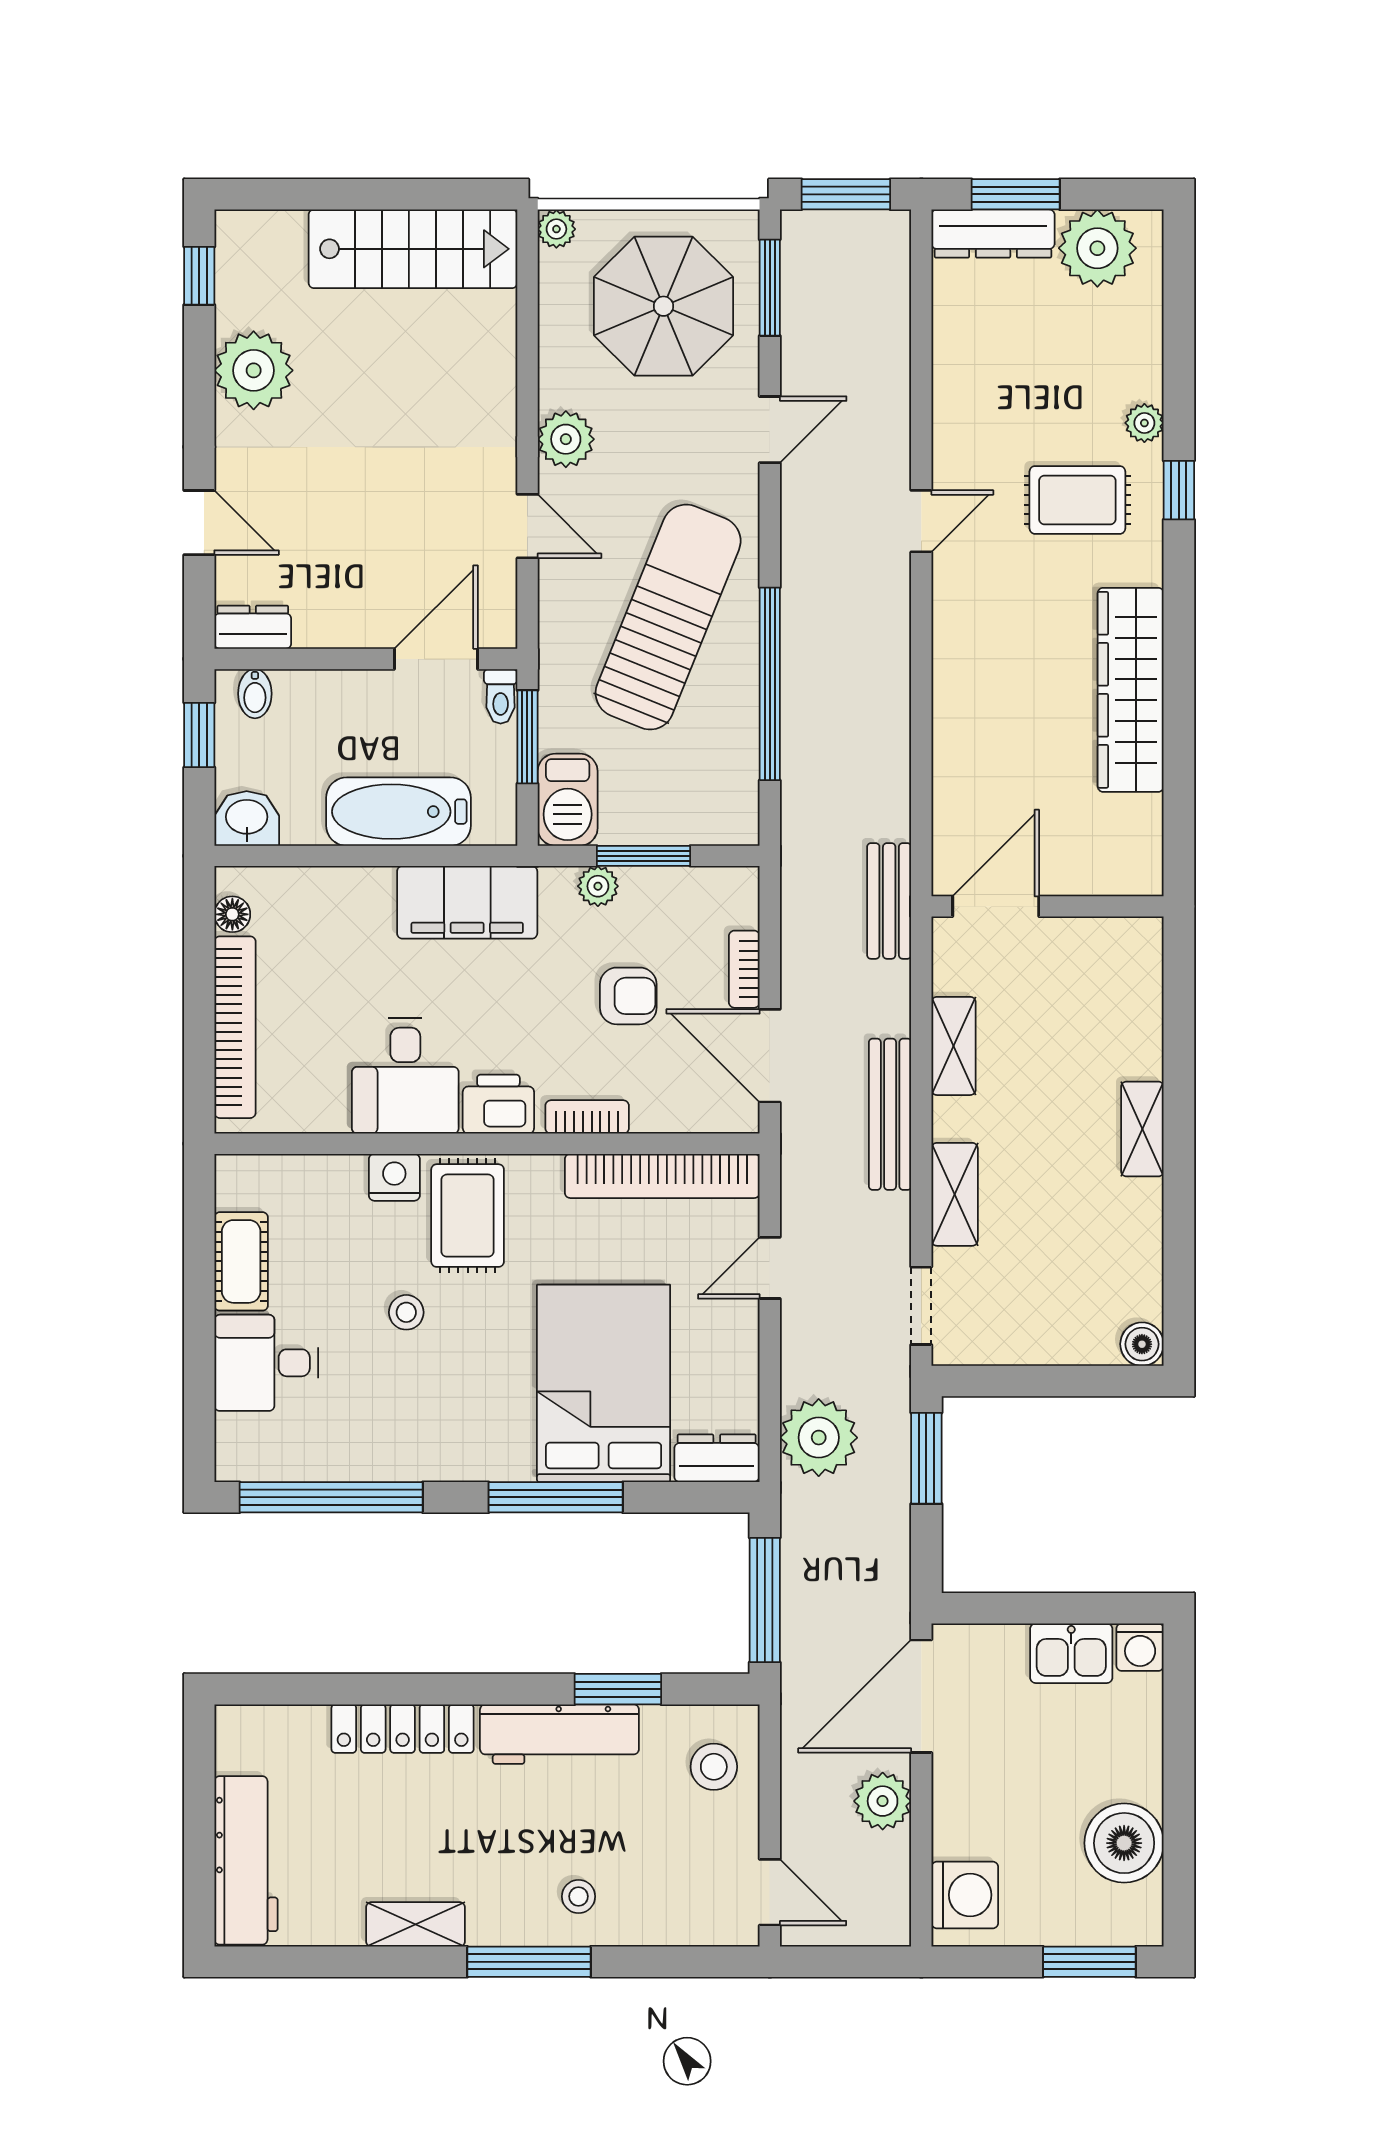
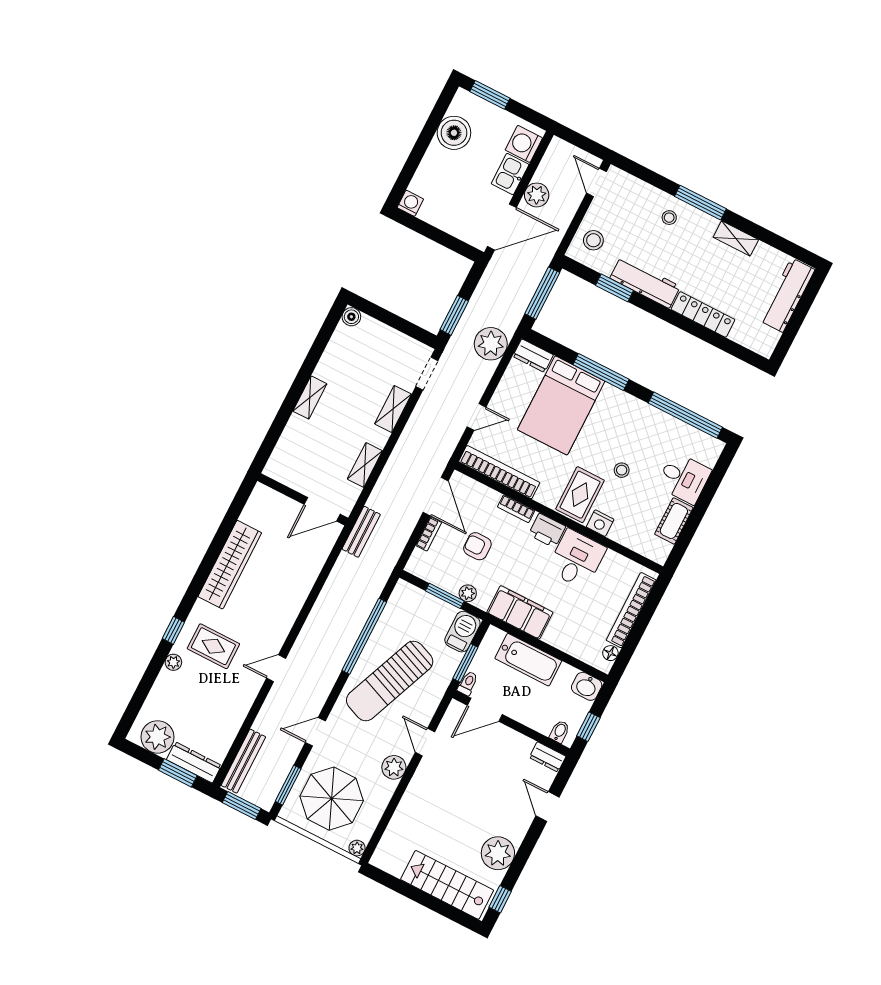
stairs: (413, 249) -> (447, 885), moved
bench: (890, 1114) -> (243, 761), moved
kitchen sink: (1071, 1653) -> (510, 174), moved, turned -90

